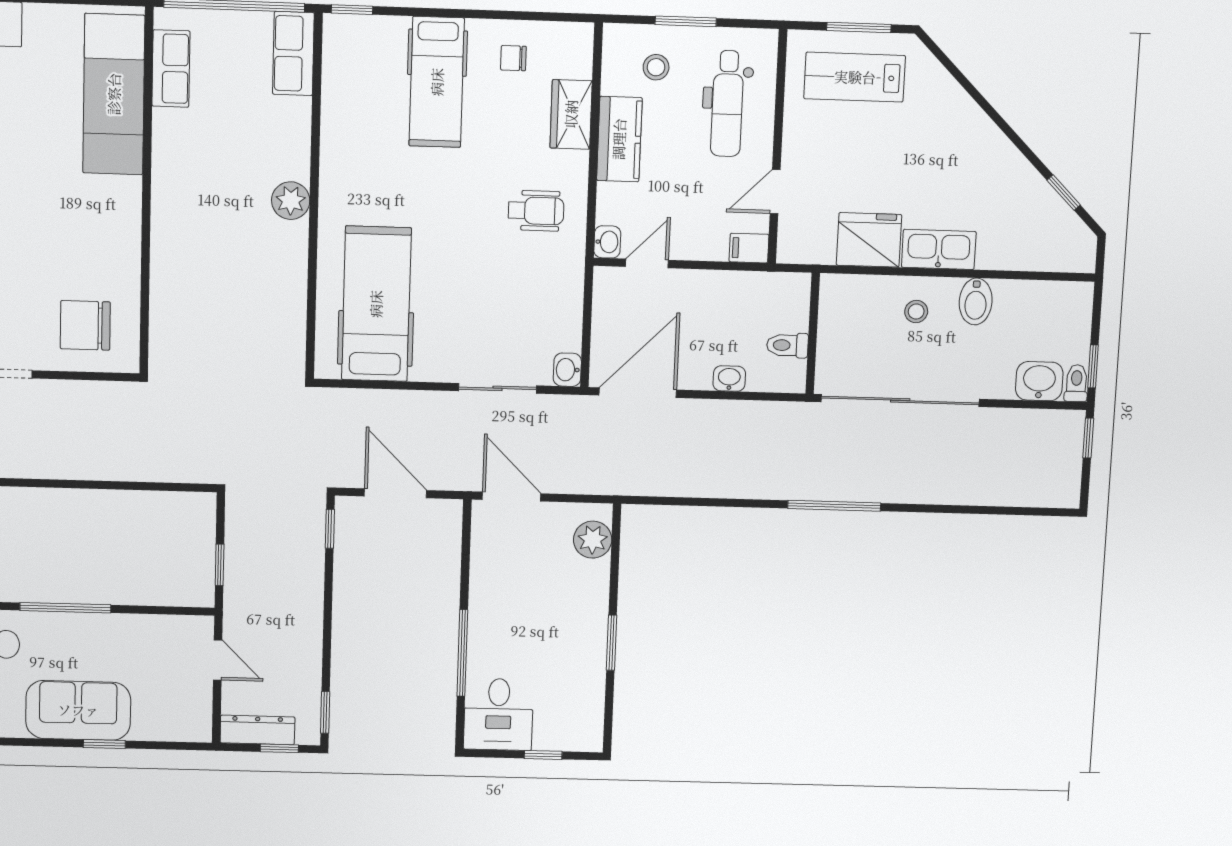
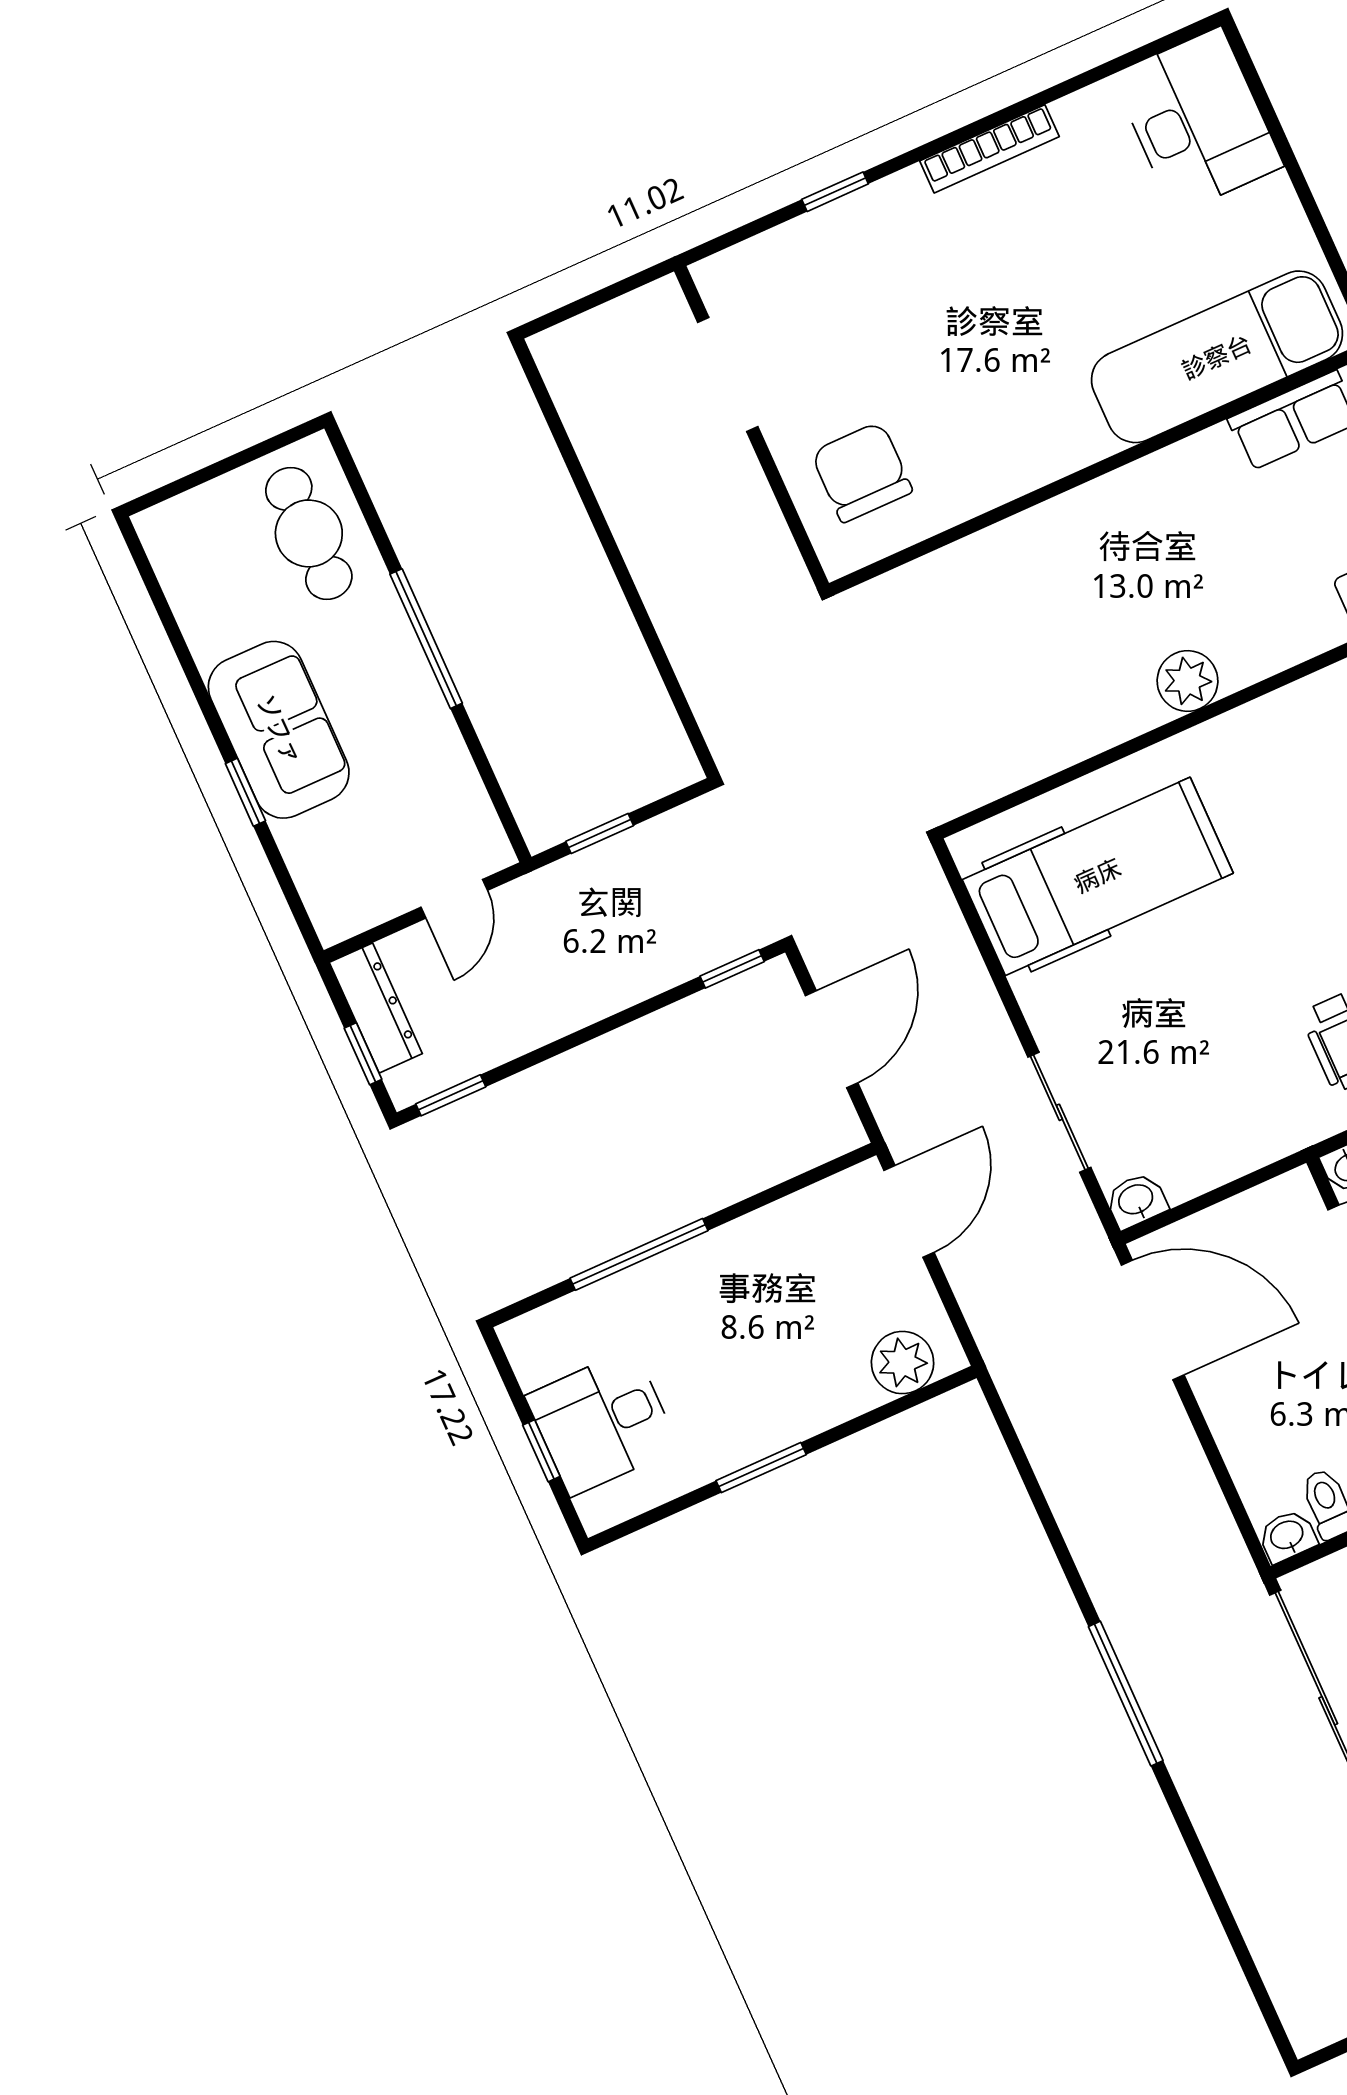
washbasin: (729, 379) -> (1287, 1536), moved, turned -90
desk: (498, 714) -> (602, 1422), moved

